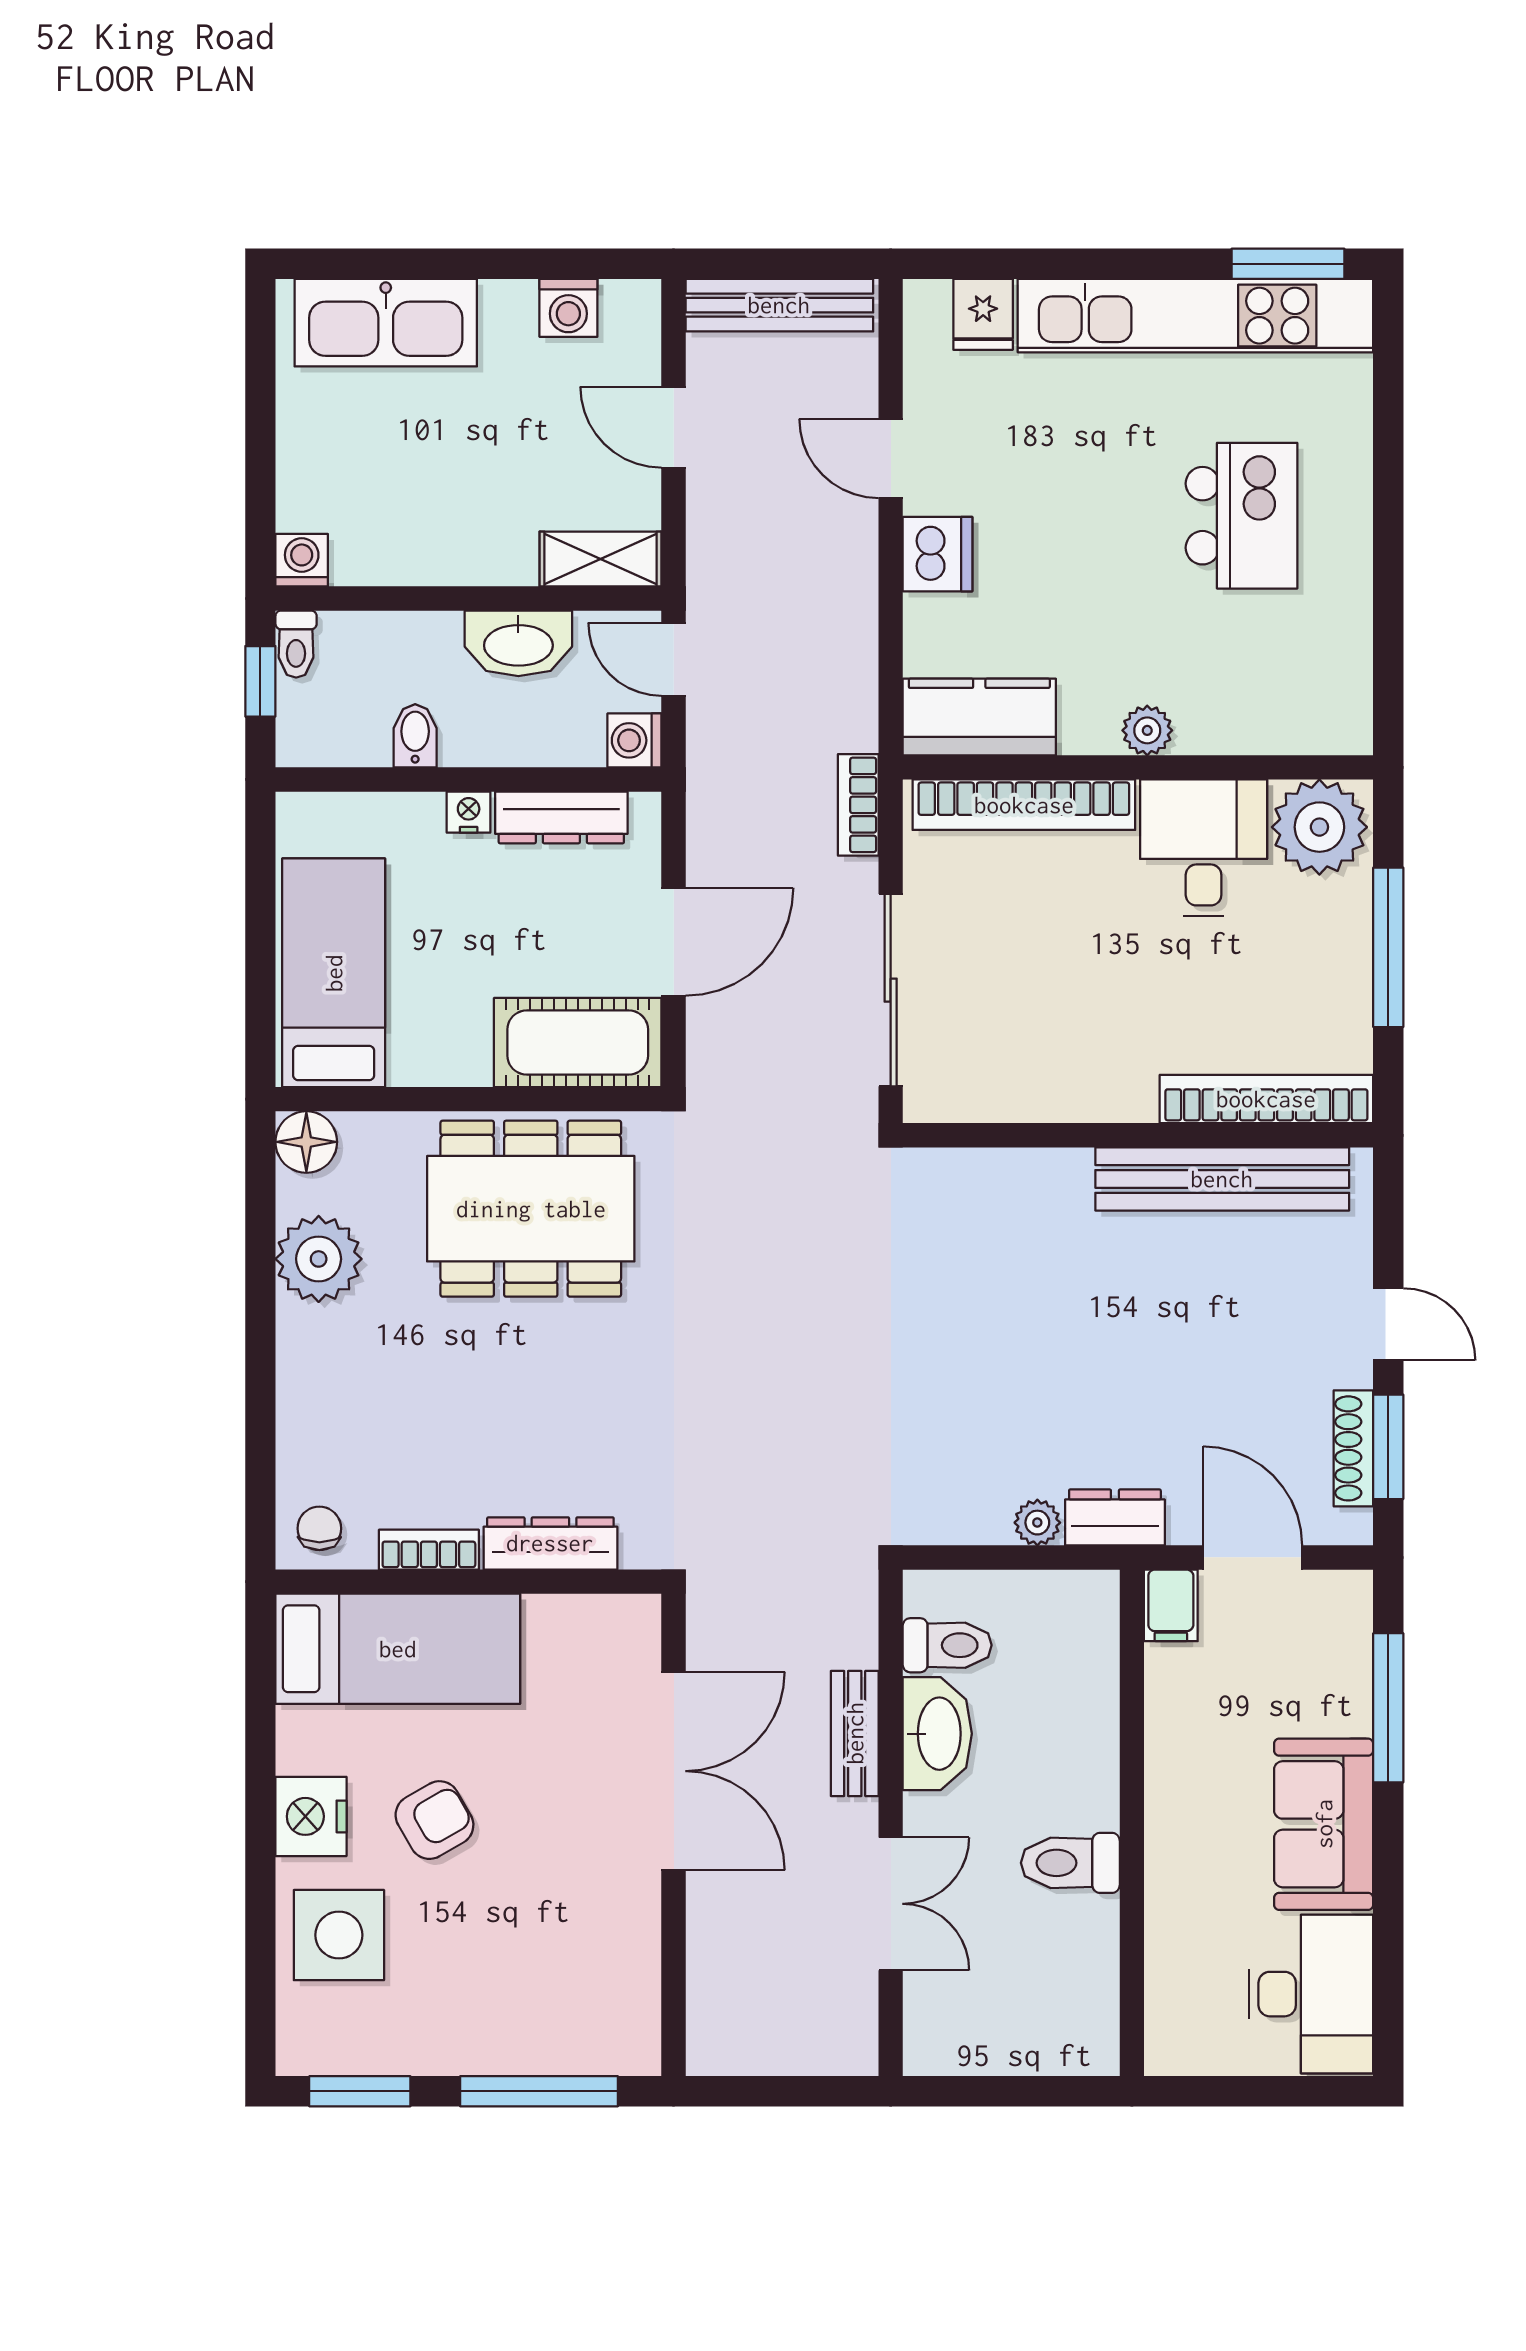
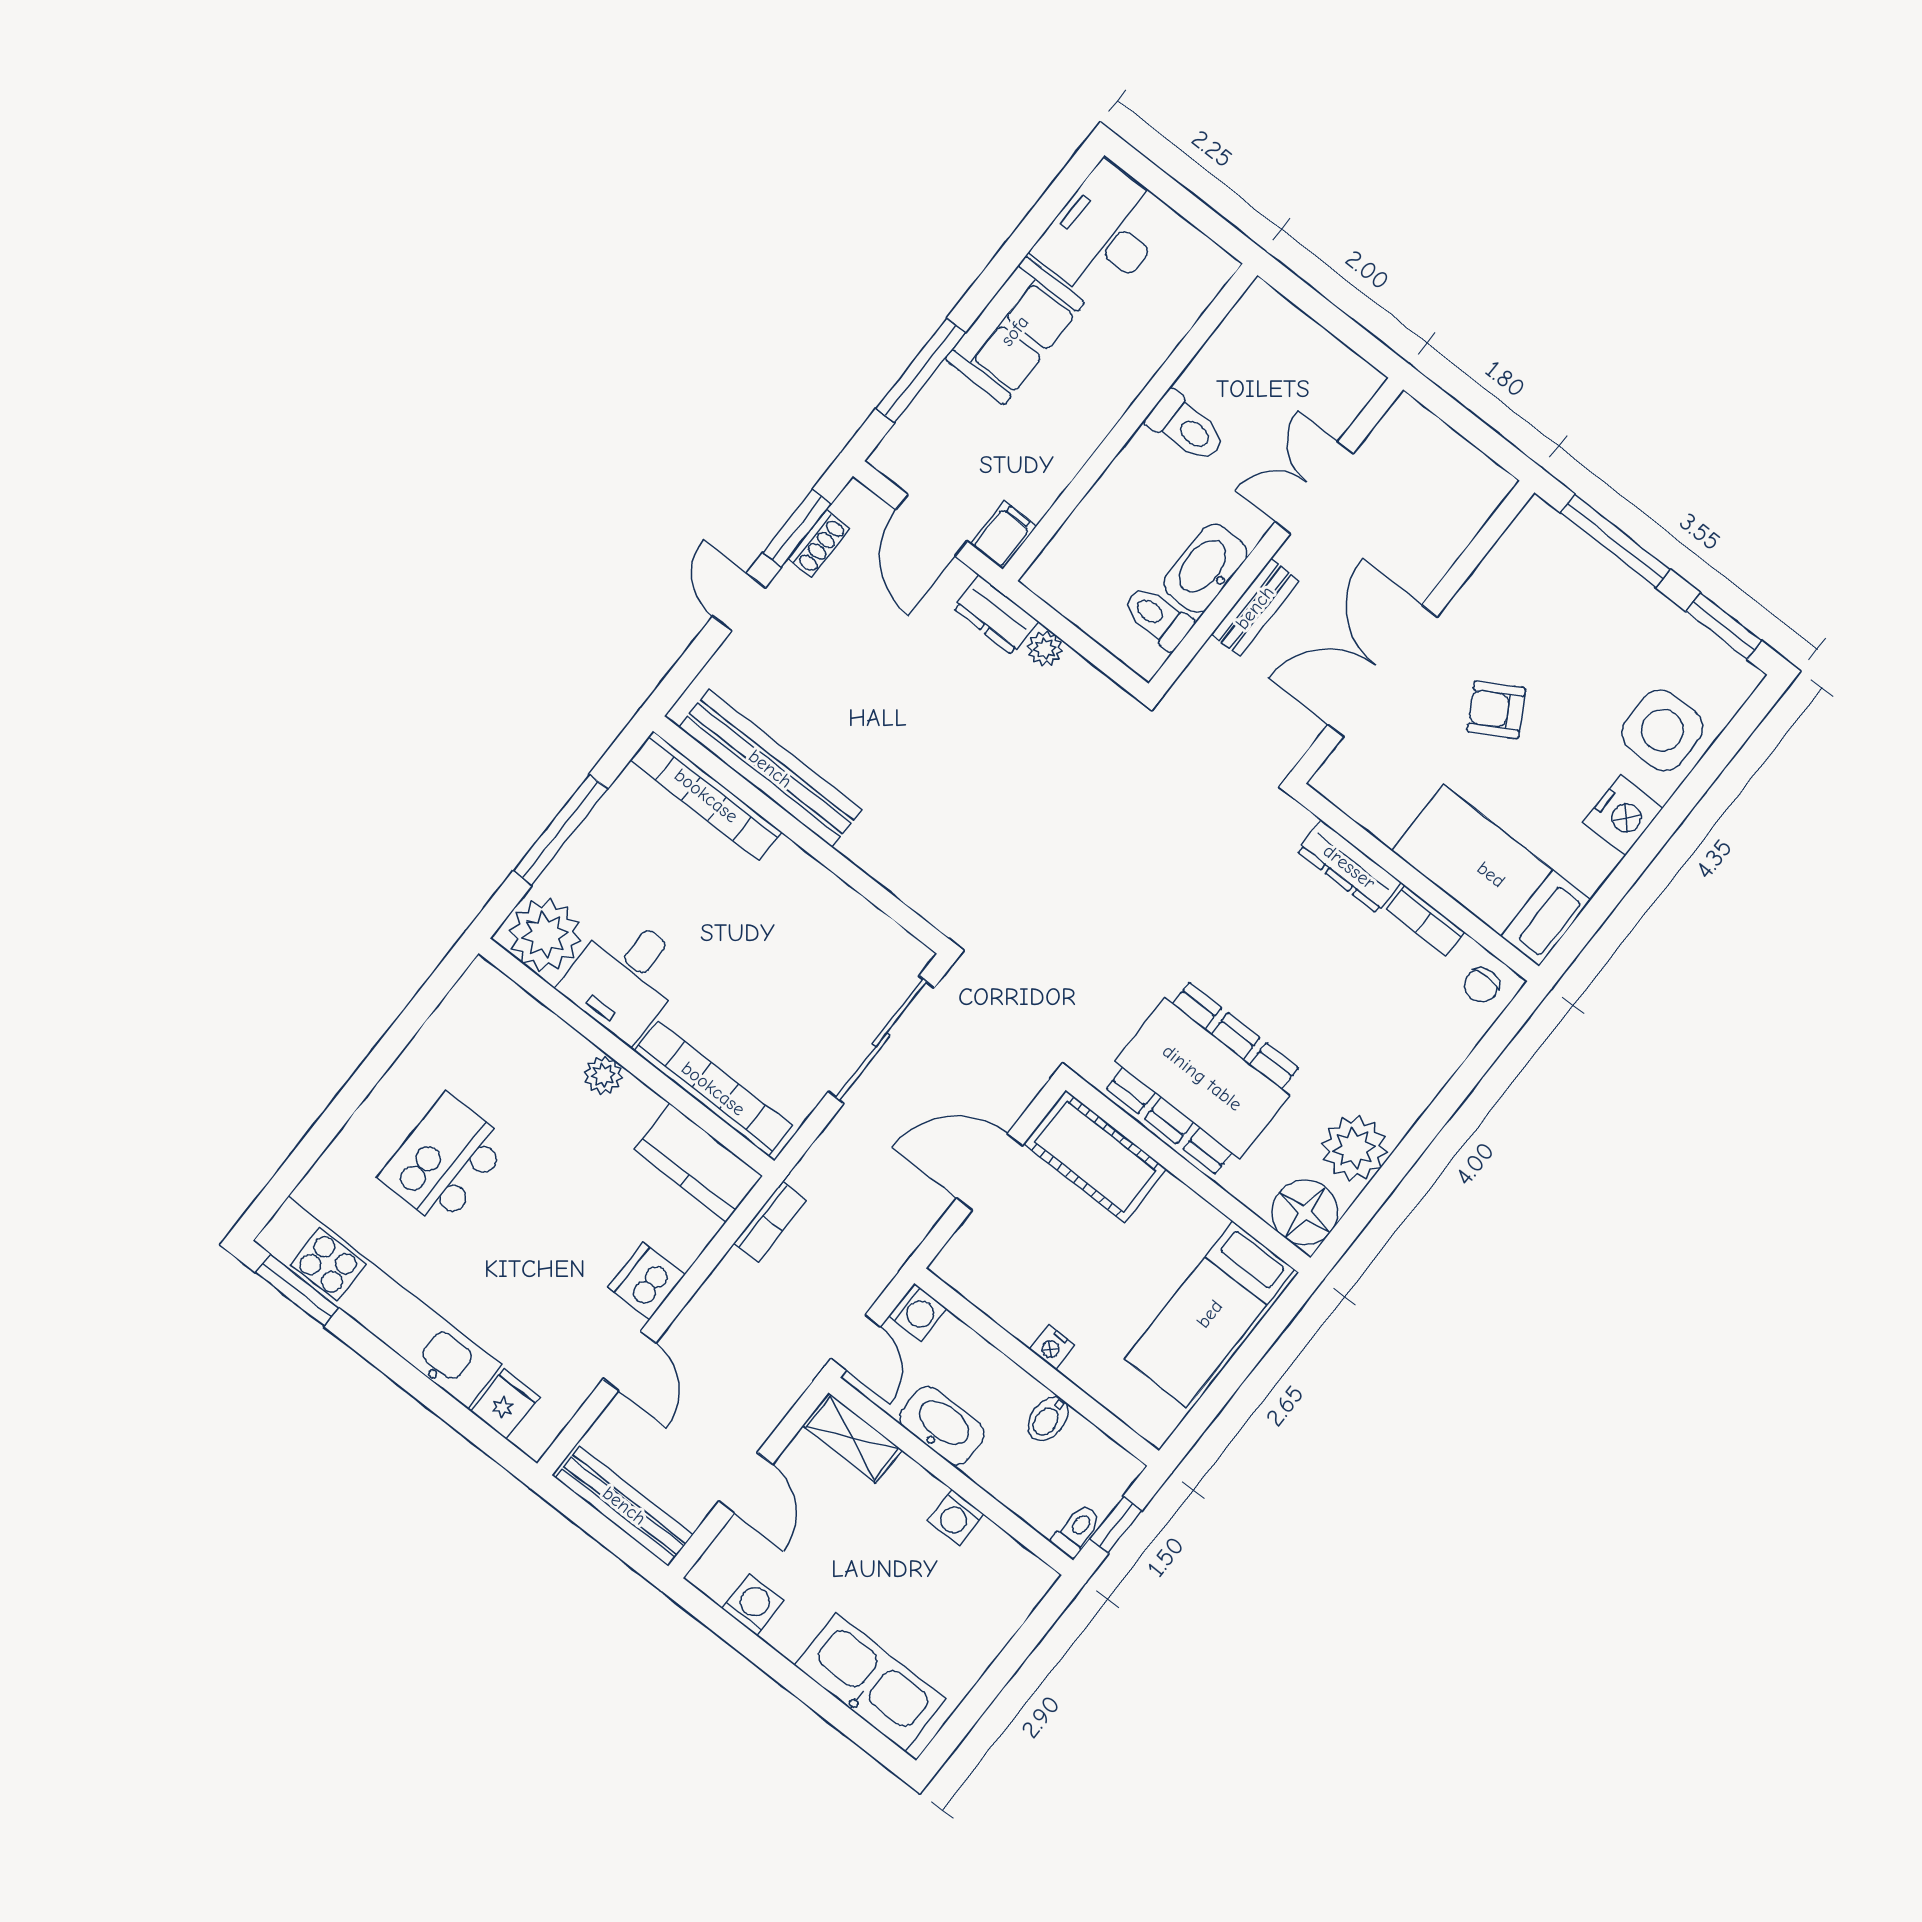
washing machine: (302, 560) -> (956, 1517), moved
bookcase: (858, 805) -> (770, 1222), moved
dresser: (561, 817) -> (998, 1300), removed
floor lamp: (306, 1142) -> (1305, 1212), width x1.38, depth x1.38
shoe rack: (1353, 1448) -> (819, 544), width x0.70
armchair: (434, 1820) -> (1496, 710), moved

